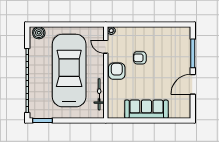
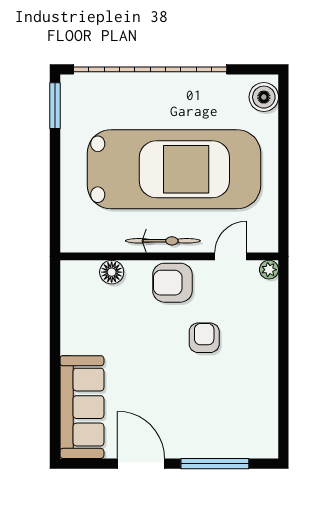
armchair: (117, 71) -> (172, 283), turned 180
bicycle: (99, 94) -> (163, 241), moved
floor lamp: (112, 97) -> (112, 272), added
sofa: (146, 109) -> (82, 407), moved

